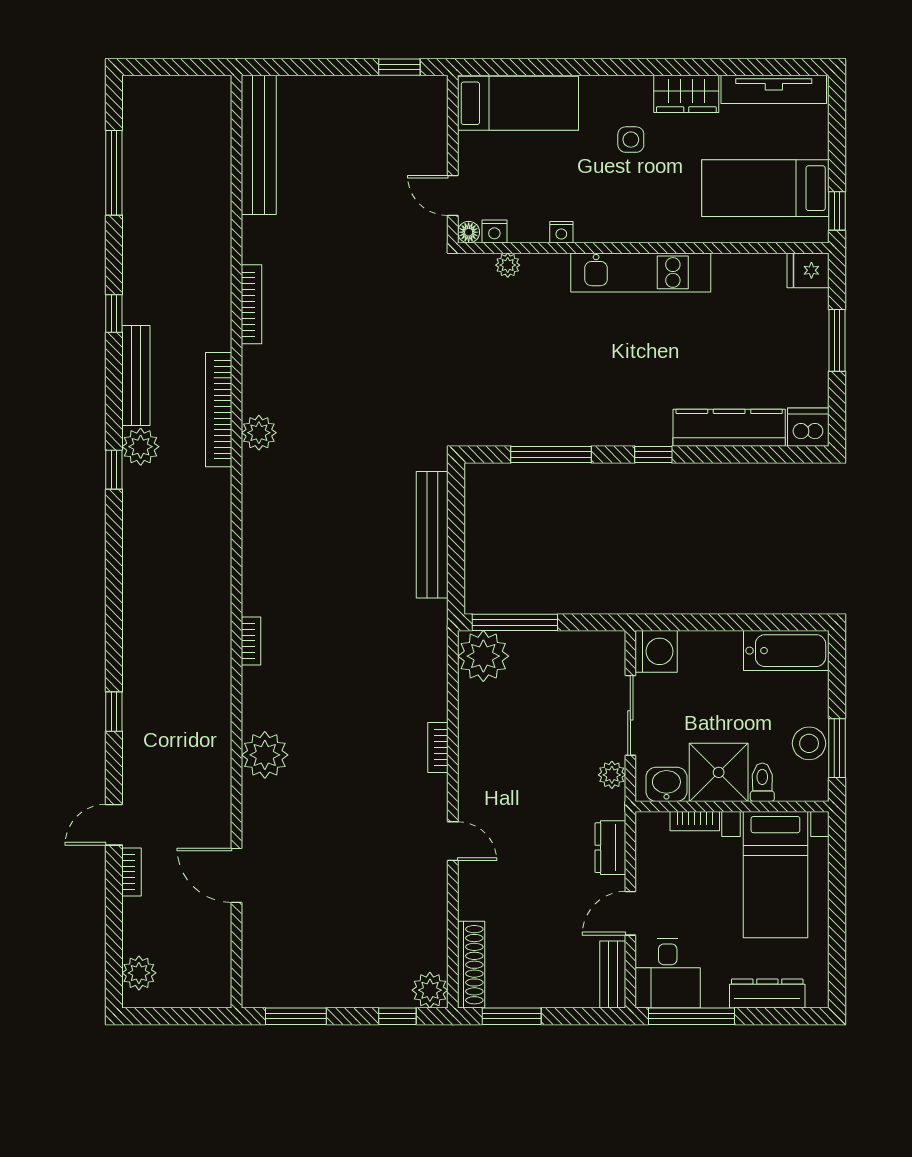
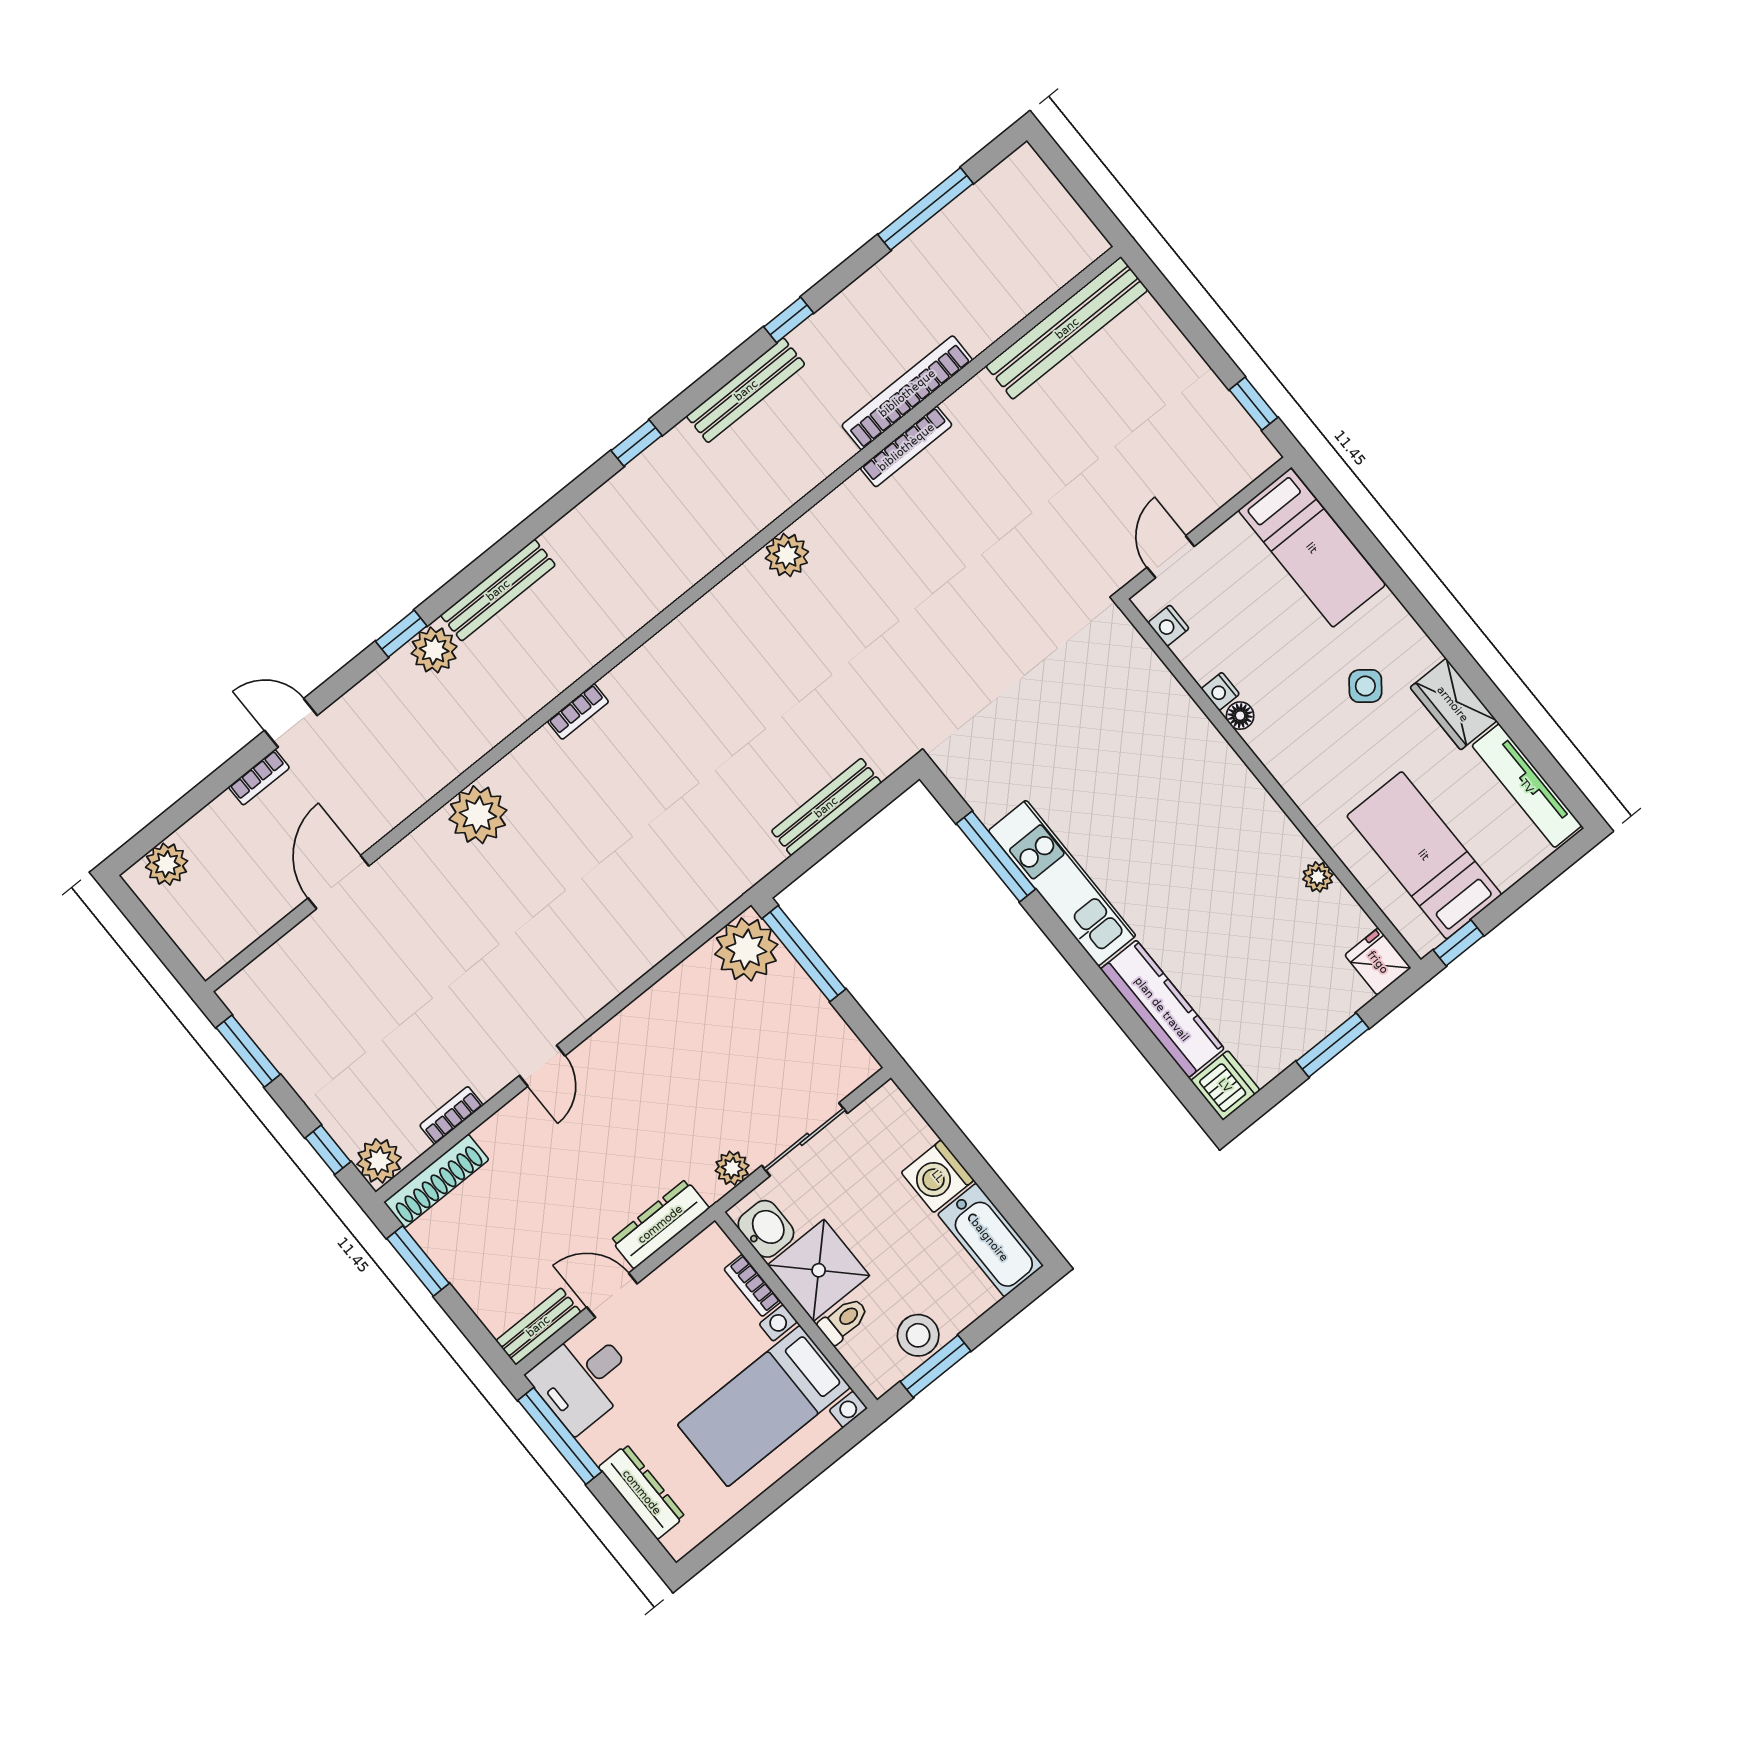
side table: (631, 140) -> (1365, 686), turned 38
floor lamp: (469, 232) -> (1240, 716), moved
plant: (508, 265) -> (1318, 877), moved
kitchen unit: (641, 272) -> (1062, 883), moved, turned 180
bookcase: (219, 410) -> (907, 393), moved
plant: (141, 447) -> (434, 650), moved
window: (653, 455) -> (1077, 956), removed
bench: (432, 535) -> (826, 807), width x0.73, depth x0.82
bench: (135, 630) -> (498, 590), added
washing machine: (656, 651) -> (938, 1176), moved, turned 90
bookcase: (438, 747) -> (451, 1115), moved
dresser: (610, 848) -> (660, 1224), width x1.44

